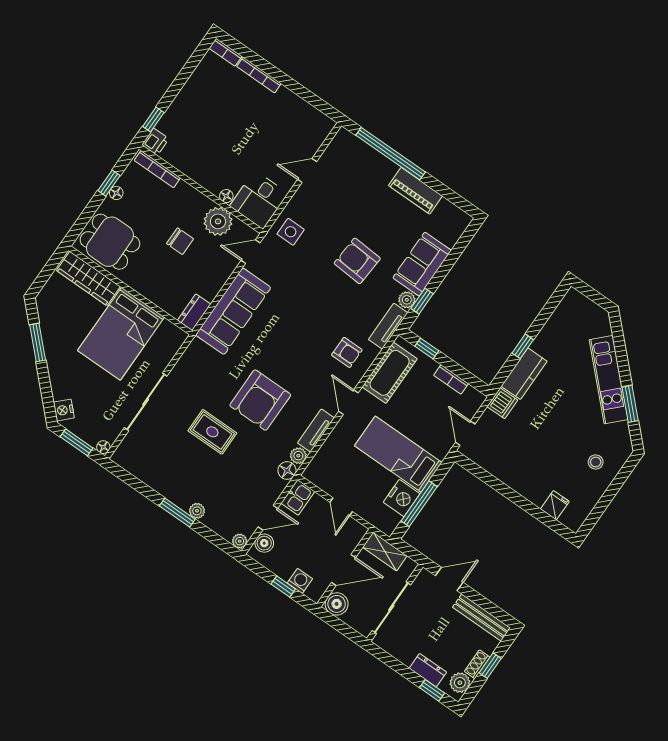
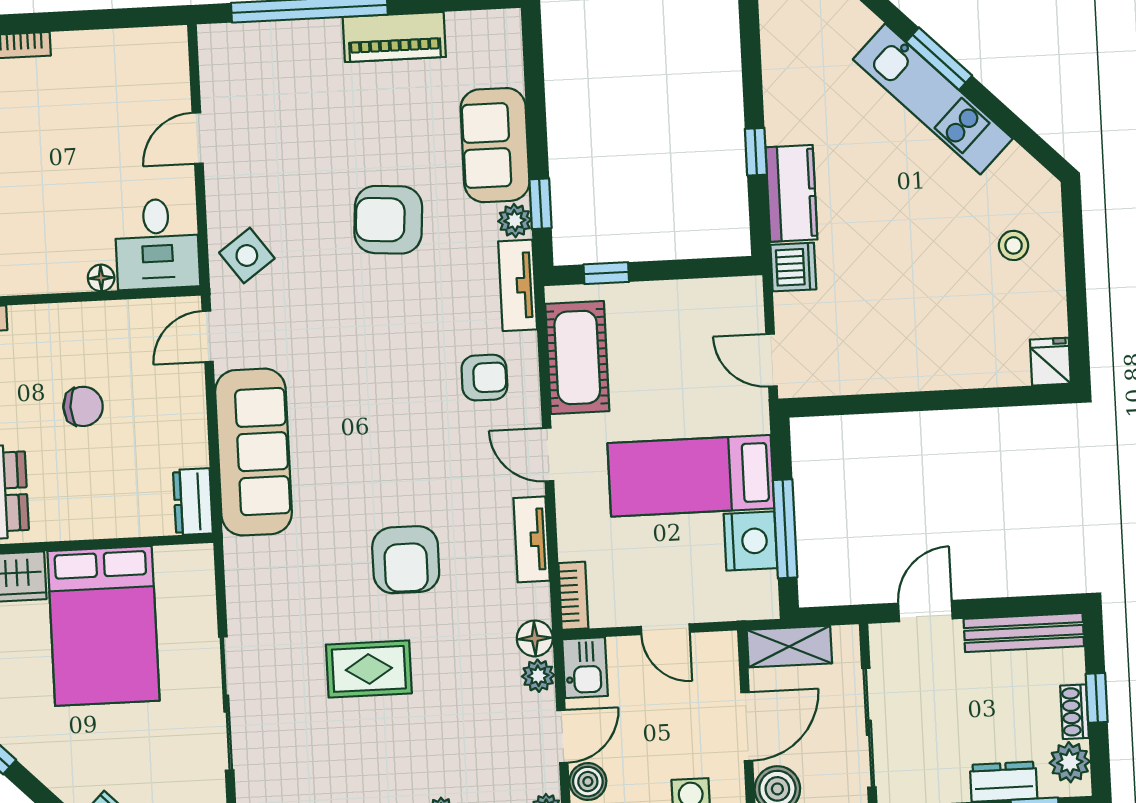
plant: (218, 221) -> (119, 328), removed
side table: (291, 232) -> (247, 256), turned -36
bookcase: (451, 379) -> (573, 596), moved, turned -90
armchair: (260, 400) -> (406, 560), width x0.73, depth x0.73
window: (630, 404) -> (939, 59), moved
plant: (298, 456) -> (538, 676), moved
fridge: (555, 505) -> (1050, 362), moved

